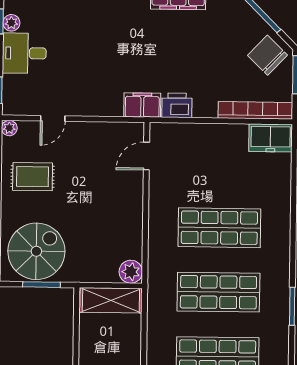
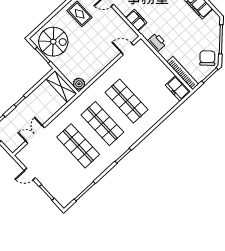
filing cabinet: (142, 105) -> (136, 20), moved

